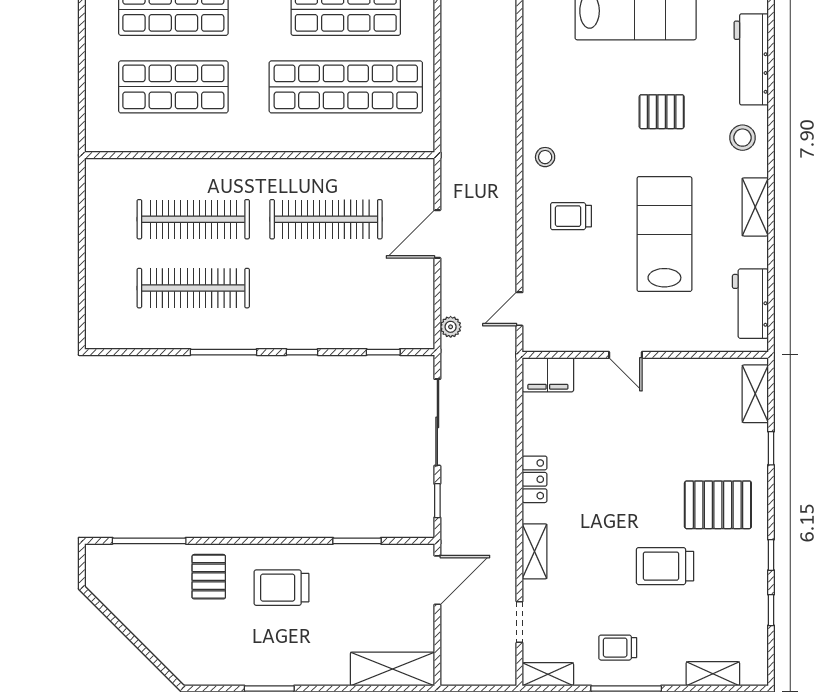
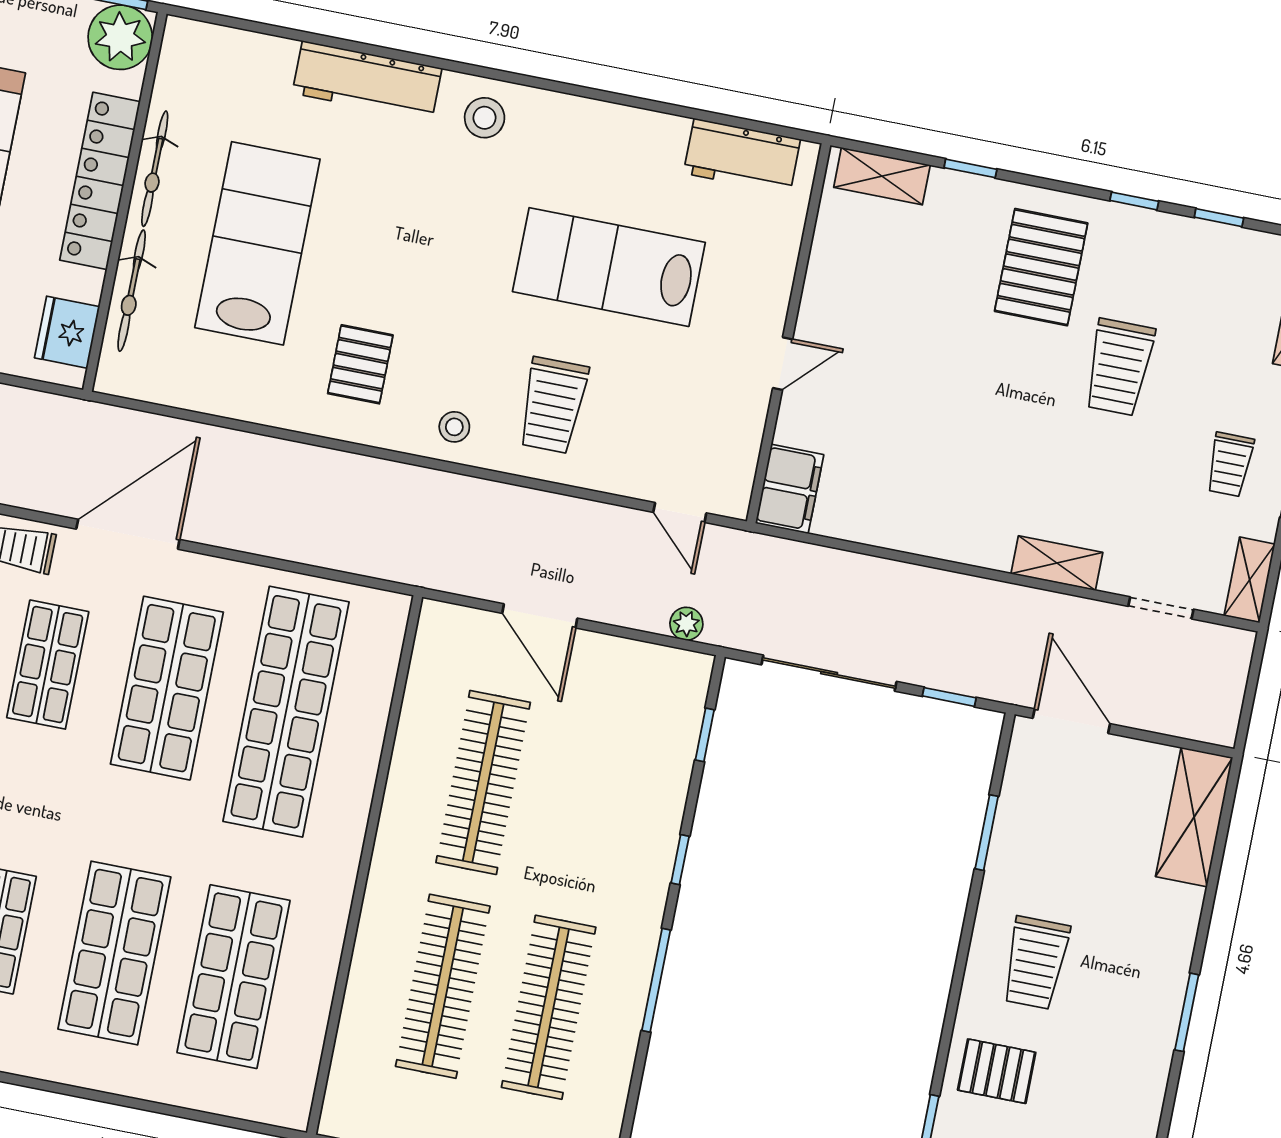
pallet: (662, 112) -> (360, 364), moved
shelving: (755, 207) -> (595, 119), removed
trolley: (571, 216) -> (553, 405), width x1.36, depth x1.39
locker: (535, 479) -> (946, 541), removed

